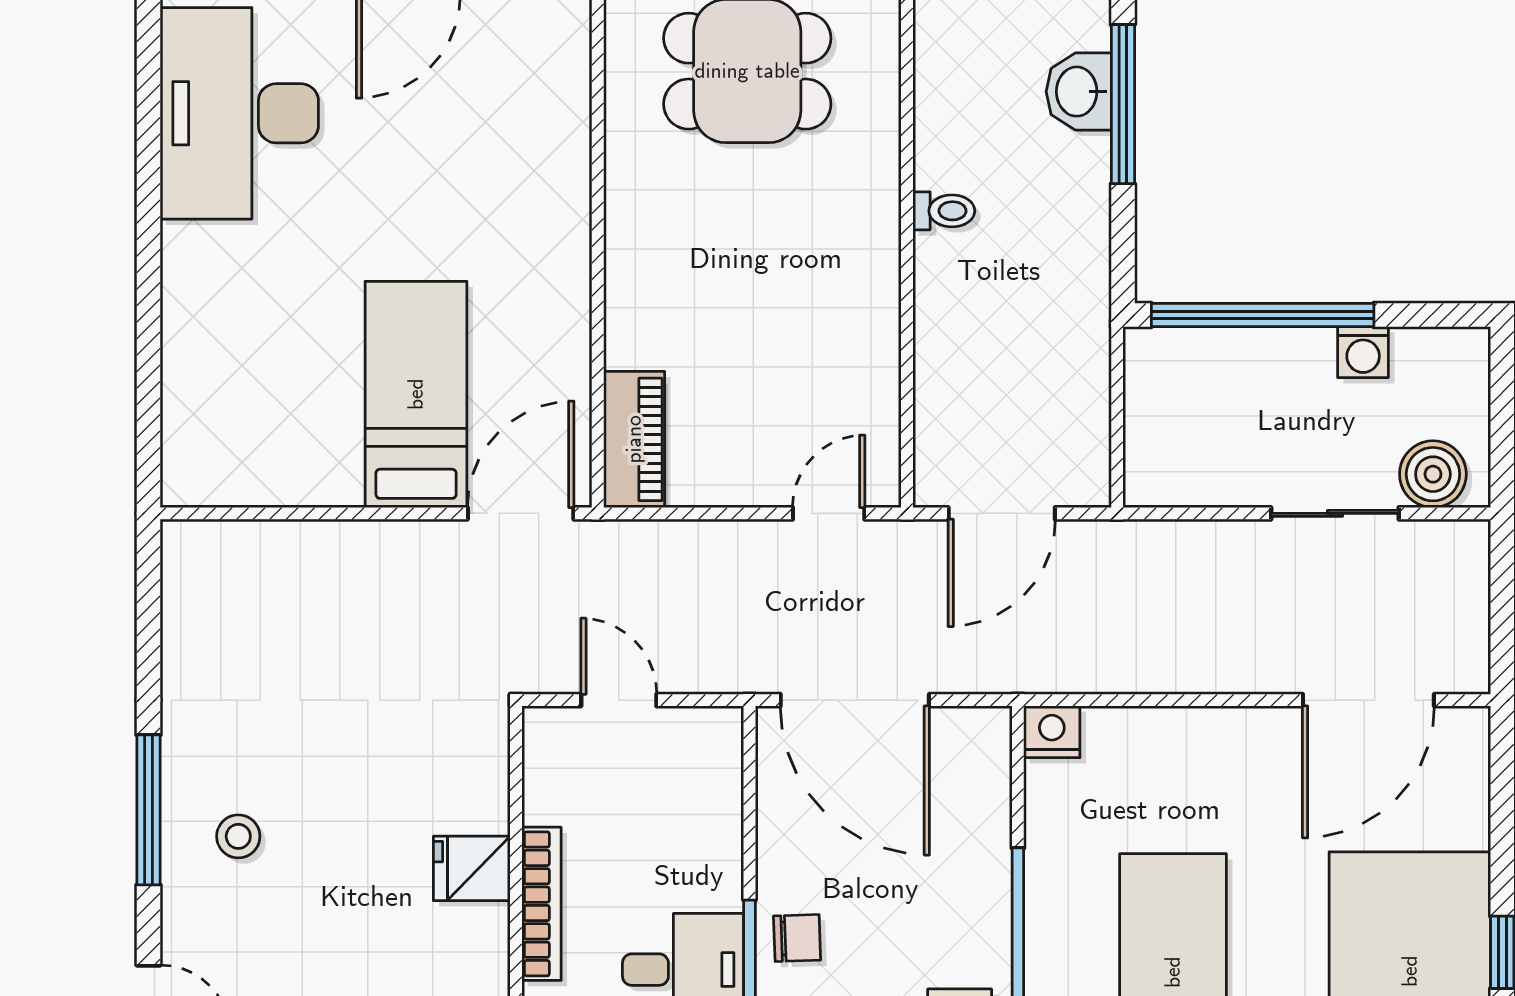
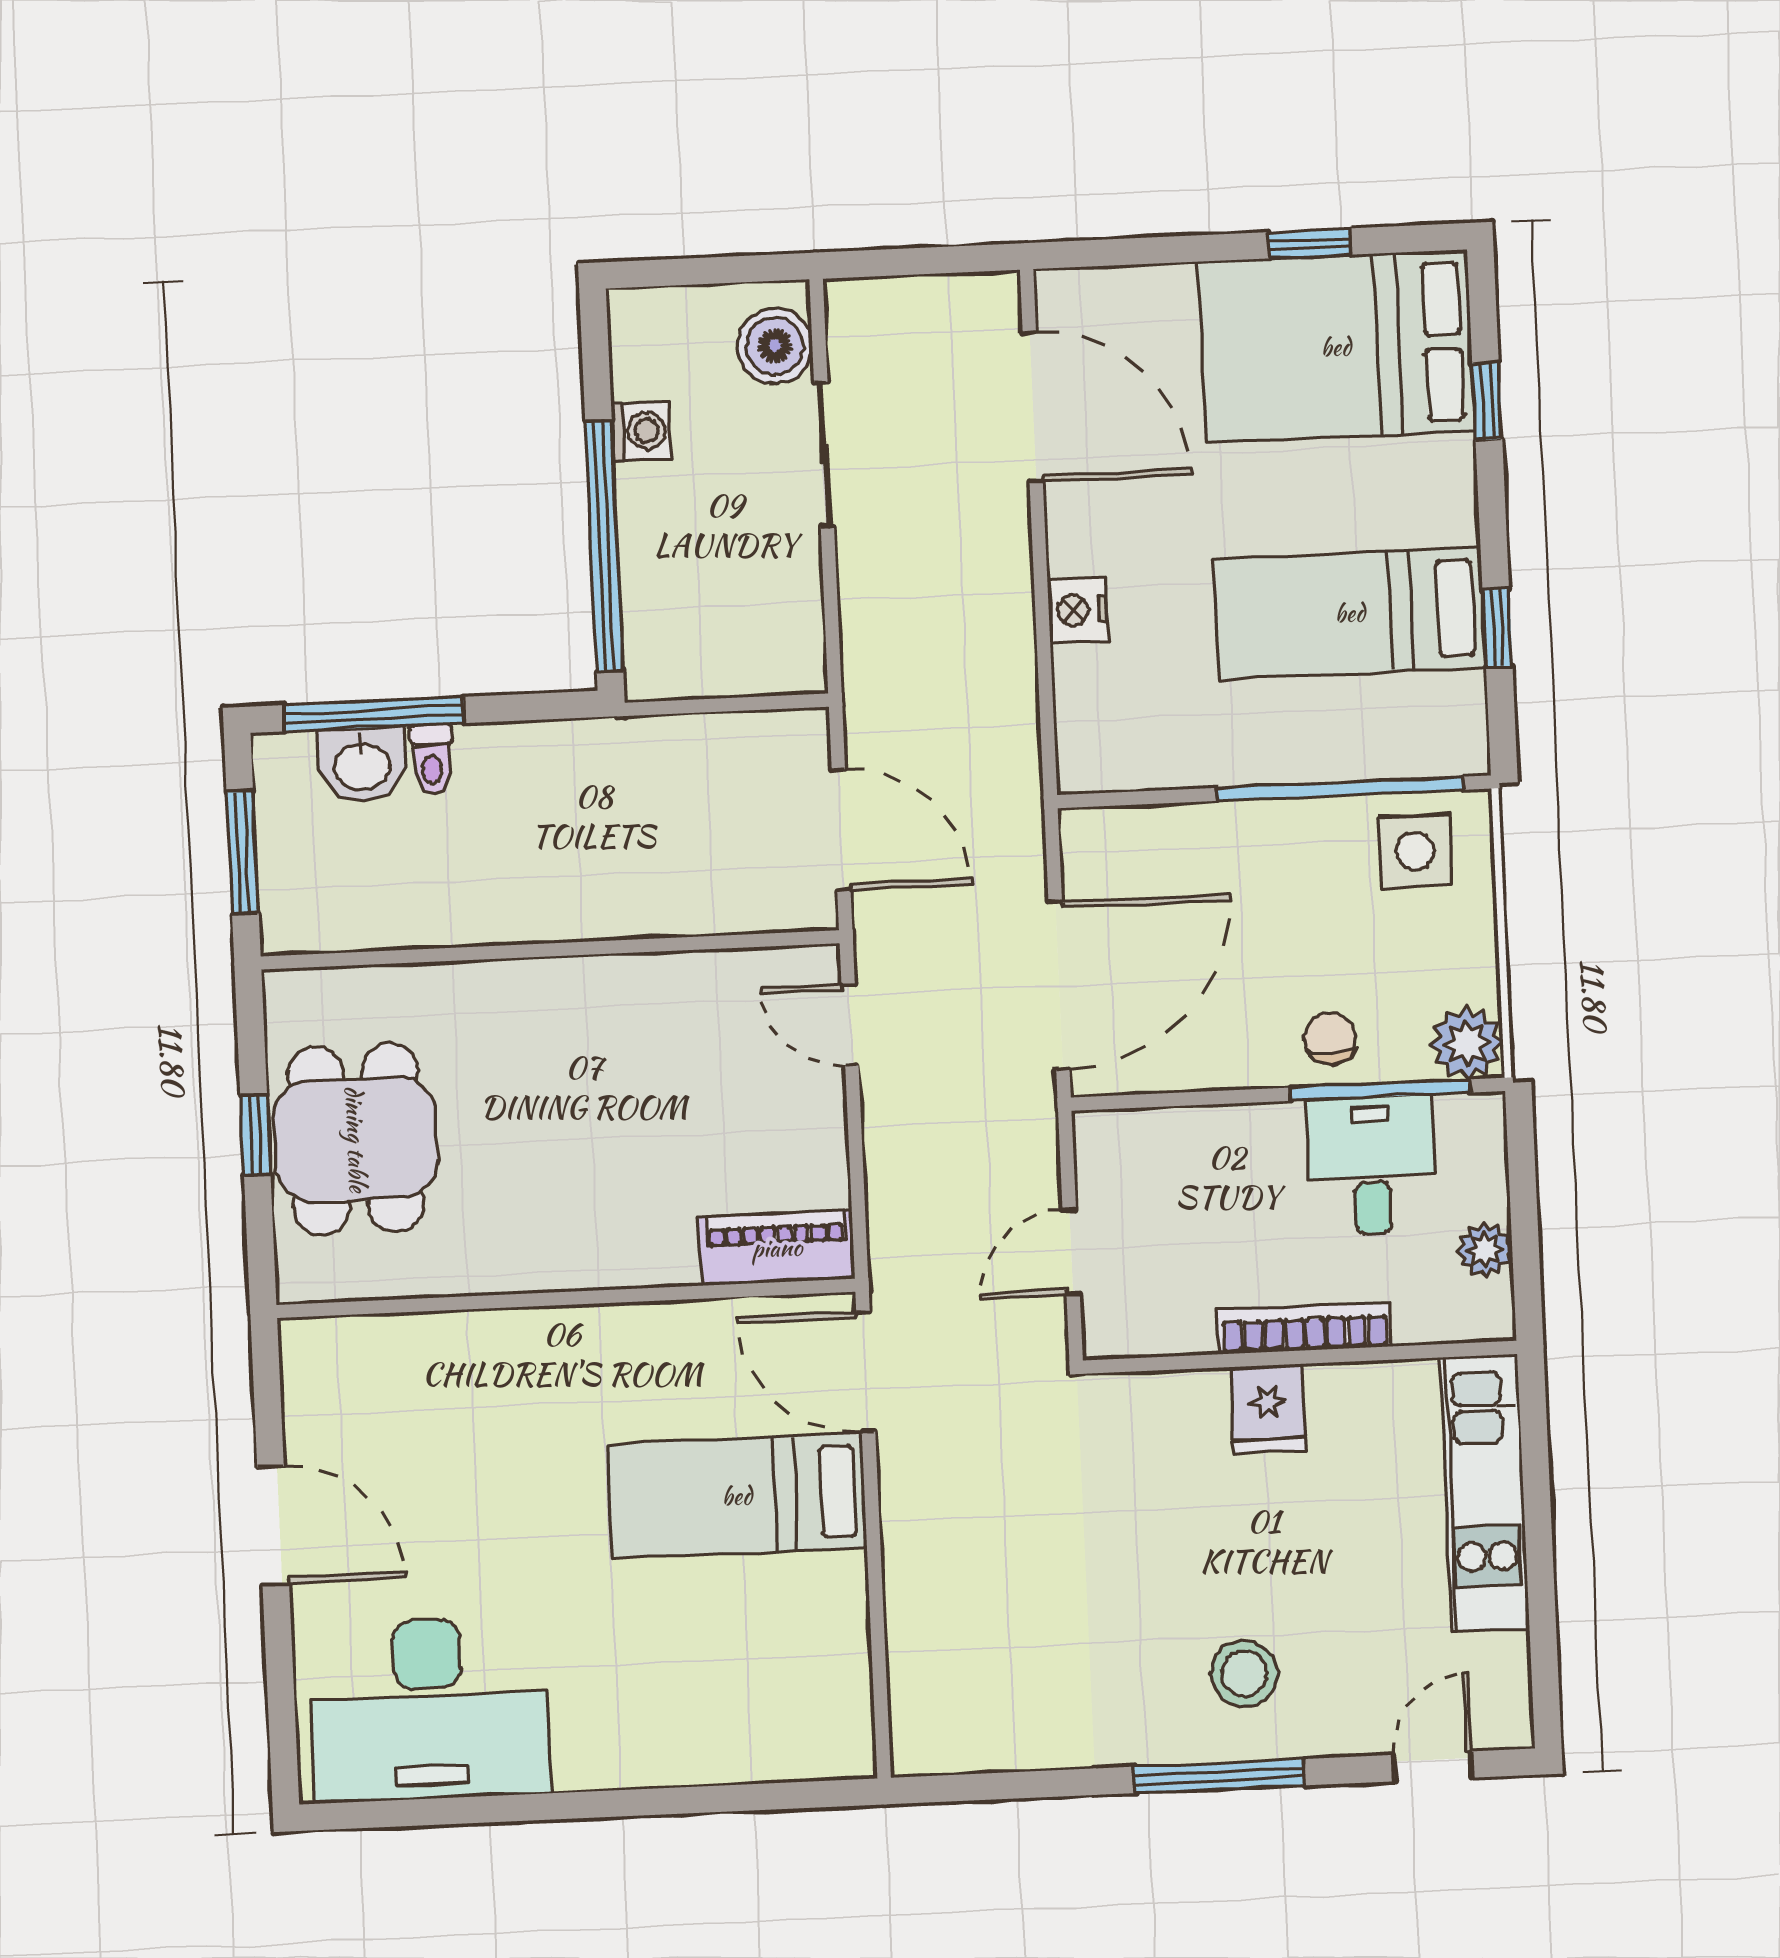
toilet: (944, 211) -> (432, 760), moved, turned 180
nightstand: (1052, 732) -> (1078, 610), moved
stool: (238, 836) -> (1244, 1673), width x1.37, depth x1.37

